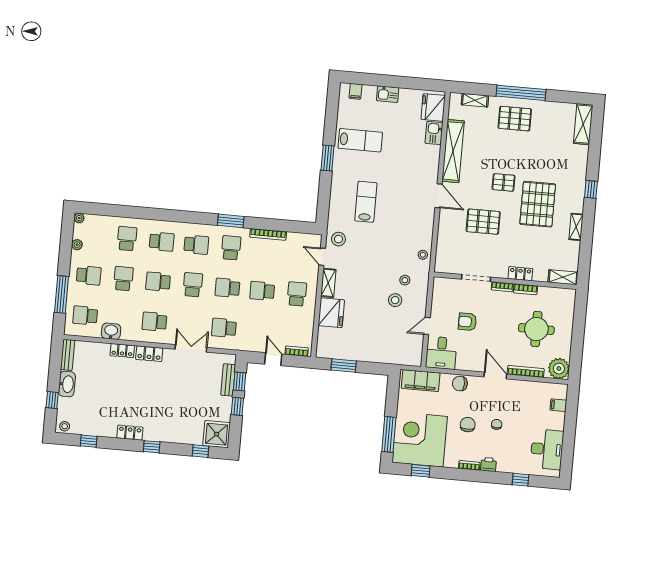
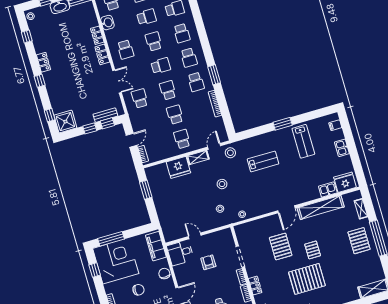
school desk: (231, 248) -> (196, 82), turned 90
school desk: (297, 294) -> (182, 139), turned -90
stool: (395, 300) -> (222, 184), moved
school desk: (155, 322) -> (125, 50), turned 180

